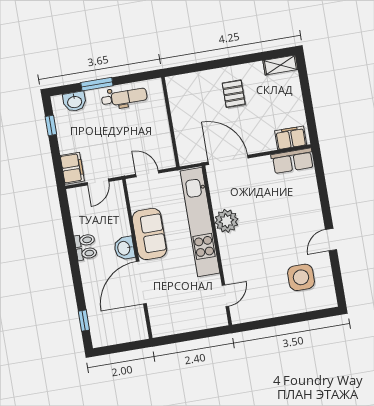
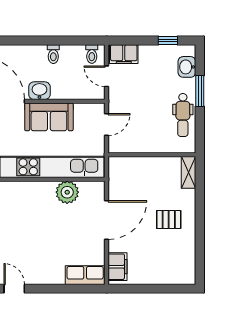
shelving: (280, 65) -> (189, 172), moved
door: (228, 160) -> (107, 220), moved
row of seats: (293, 161) -> (85, 275), moved, turned 90
plant: (226, 221) -> (67, 192), moved
toilet: (87, 254) -> (92, 54), moved

